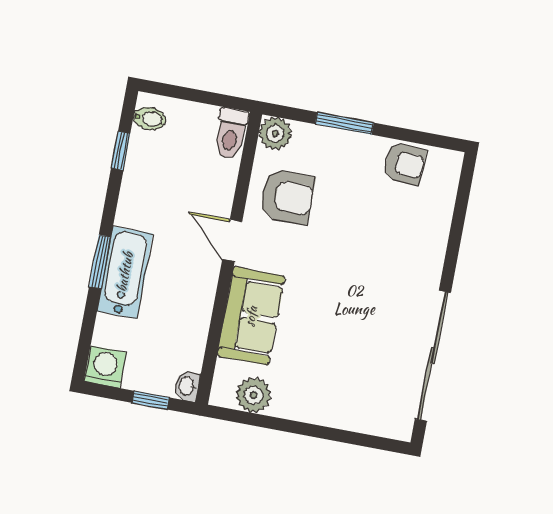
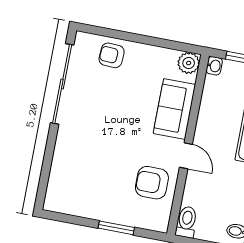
plant: (275, 133) -> (159, 222), removed
armchair: (405, 164) -> (112, 55), moved
plant: (254, 395) -> (189, 63), moved

